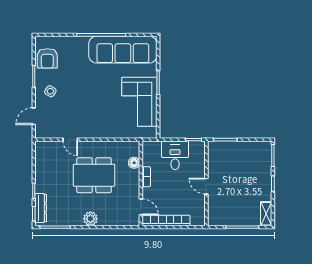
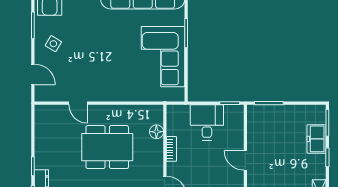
door: (34, 116) -> (33, 74), swing flipped
freezer: (264, 169) -> (316, 139), added

